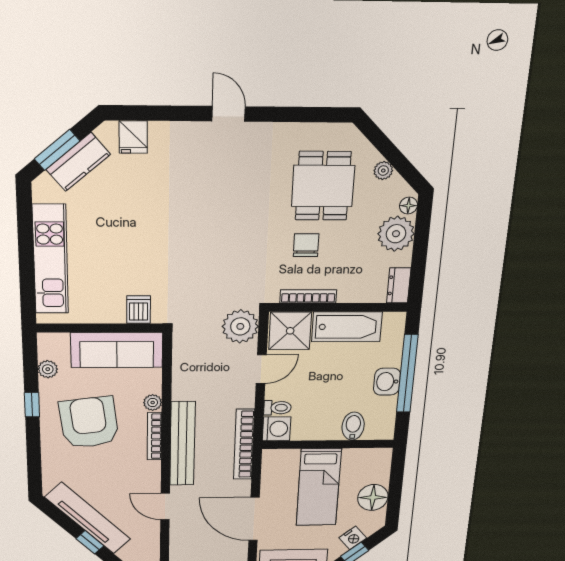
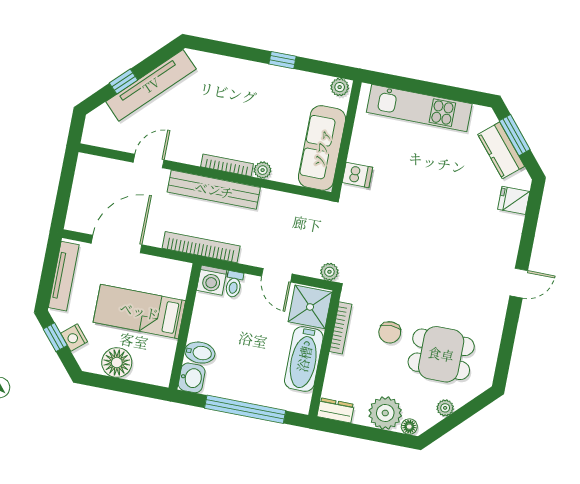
chair: (306, 245) -> (390, 332), turned 90
plant: (240, 326) -> (329, 272), width x0.53, depth x0.53
plant: (48, 369) -> (340, 87), moved
washbasin: (387, 382) -> (192, 378), moved, turned 90
armchair: (89, 423) -> (254, 108), removed

